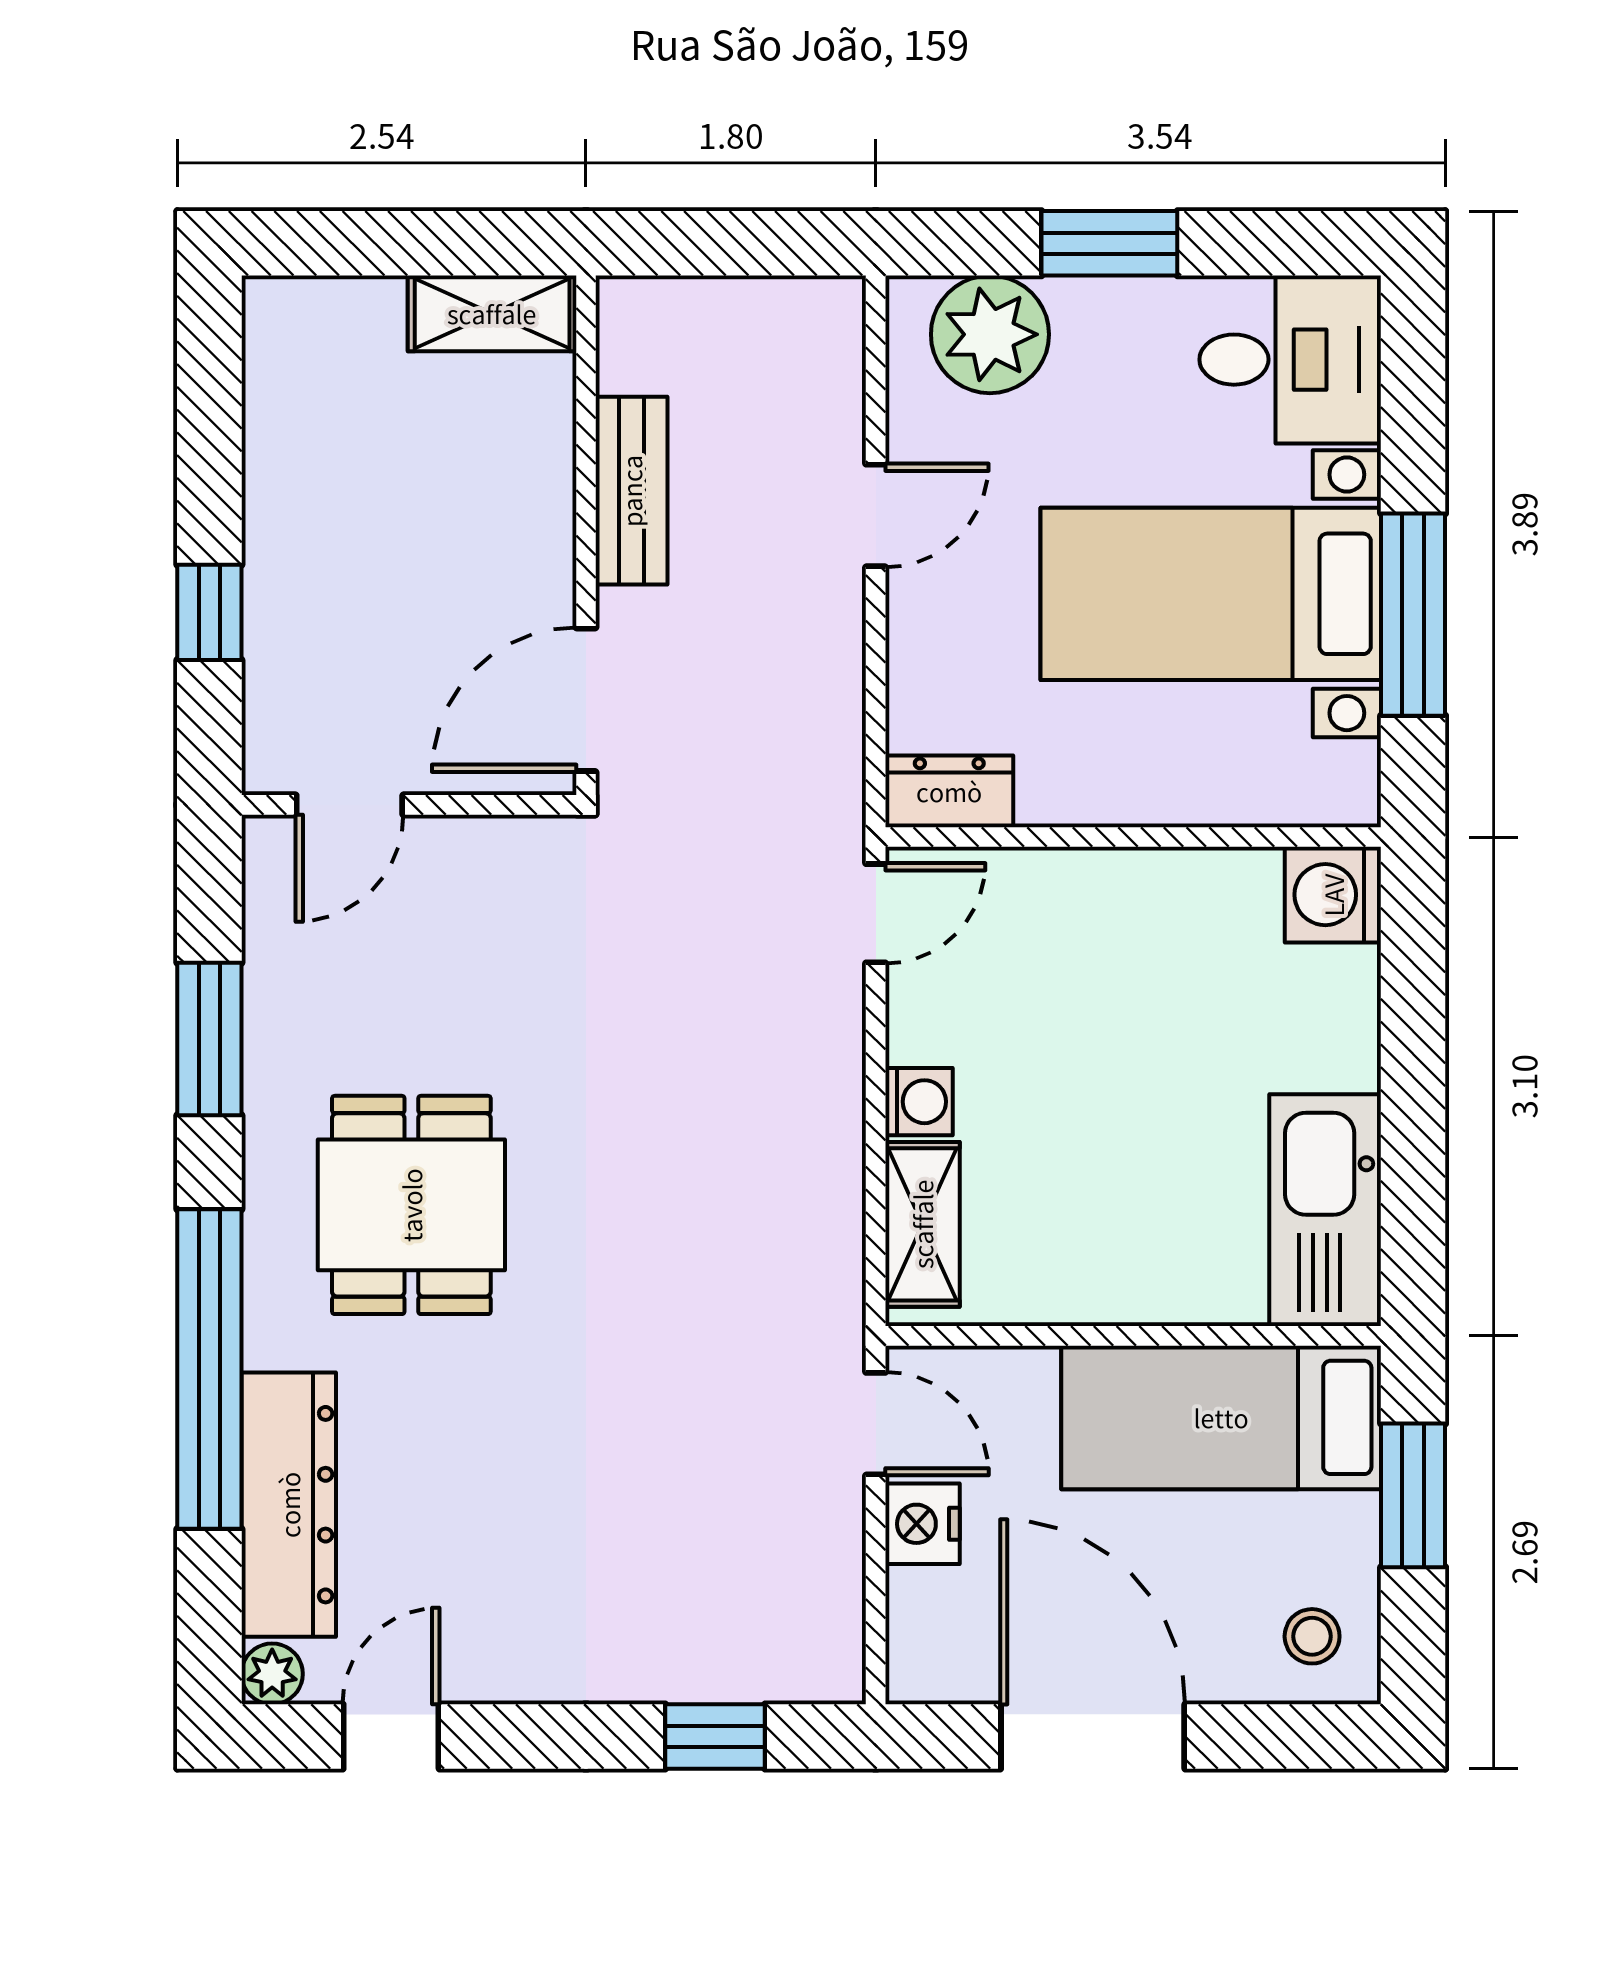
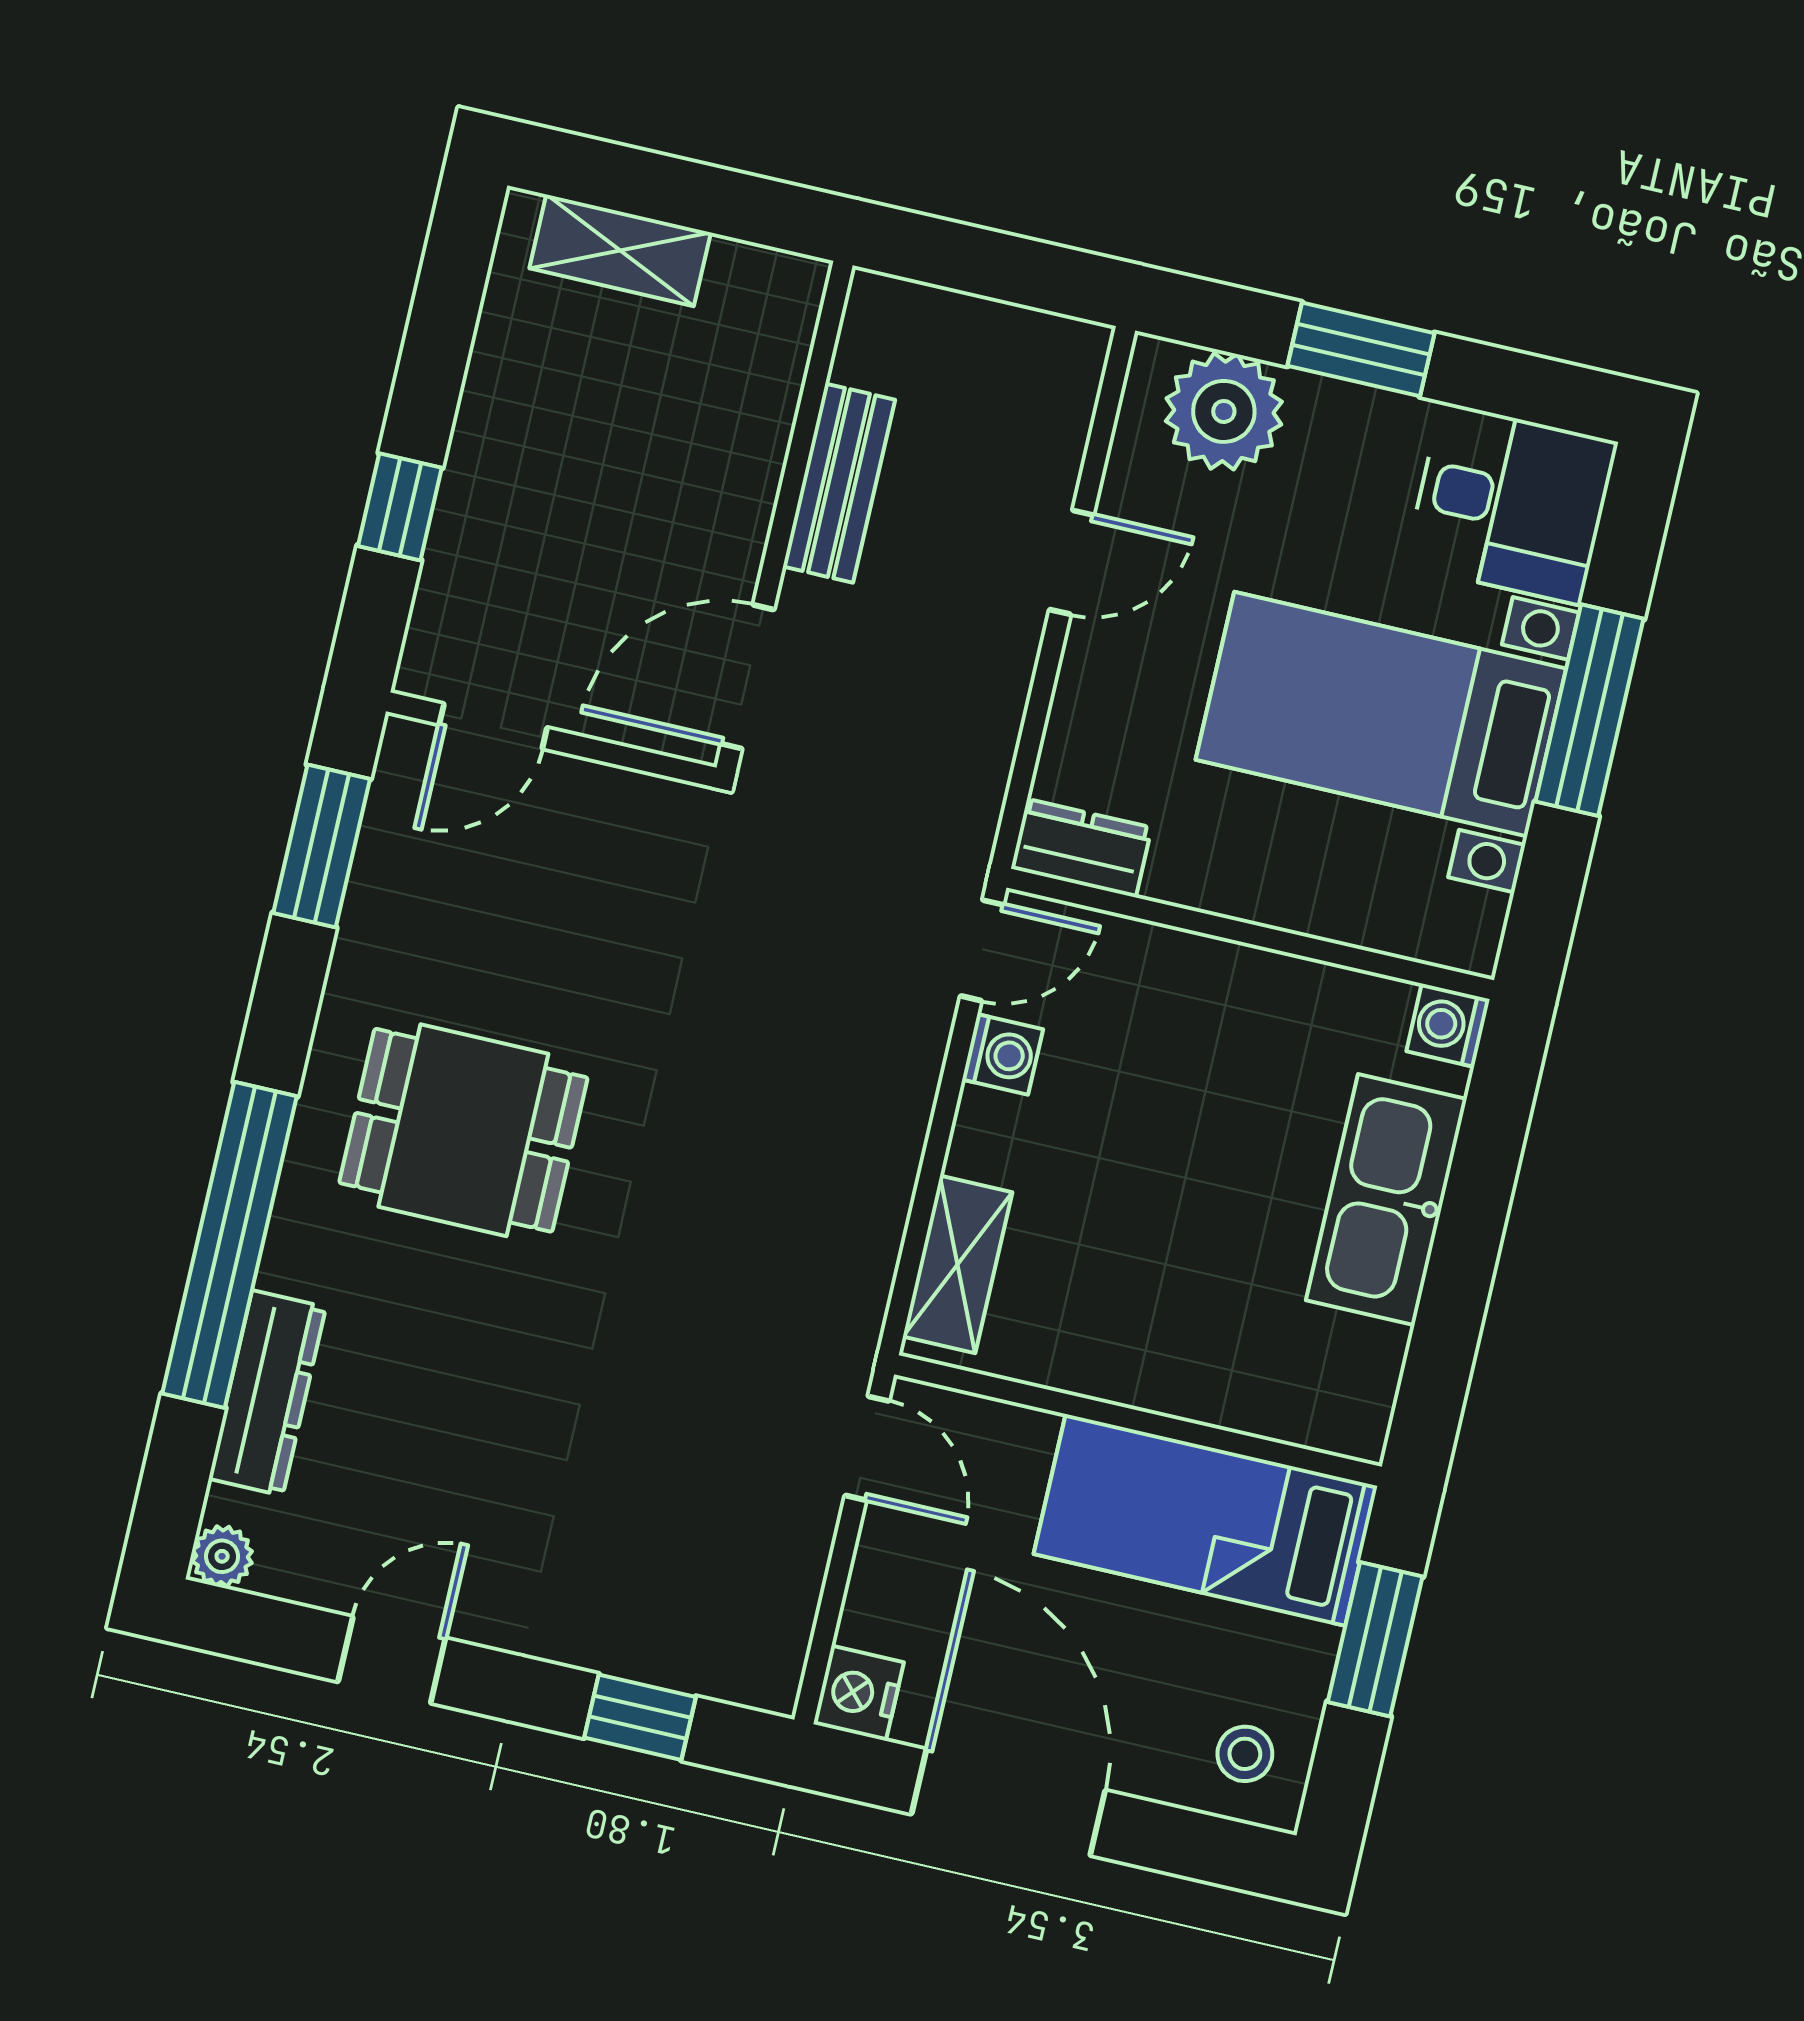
shelving: (492, 313) -> (620, 250), moved
window: (1413, 615) -> (1590, 710), moved
washing machine: (1333, 895) -> (1448, 1025), width x0.73, depth x0.73
window: (209, 1039) -> (322, 846), moved
washing machine: (919, 1102) -> (1003, 1054), moved
dining table: (411, 1205) -> (463, 1130), turned 90
kitchen sink: (1325, 1210) -> (1386, 1200), moved
dresser: (289, 1505) -> (267, 1393), width x0.73, depth x0.80
nightstand: (922, 1524) -> (859, 1693), moved
door: (391, 1737) -> (392, 1660), moved

